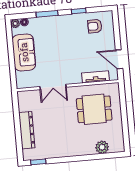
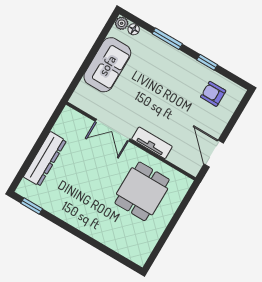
tv unit: (95, 77) -> (152, 143), moved
dining table: (94, 109) -> (142, 191), turned 90
plant: (102, 147) -> (119, 243), removed

